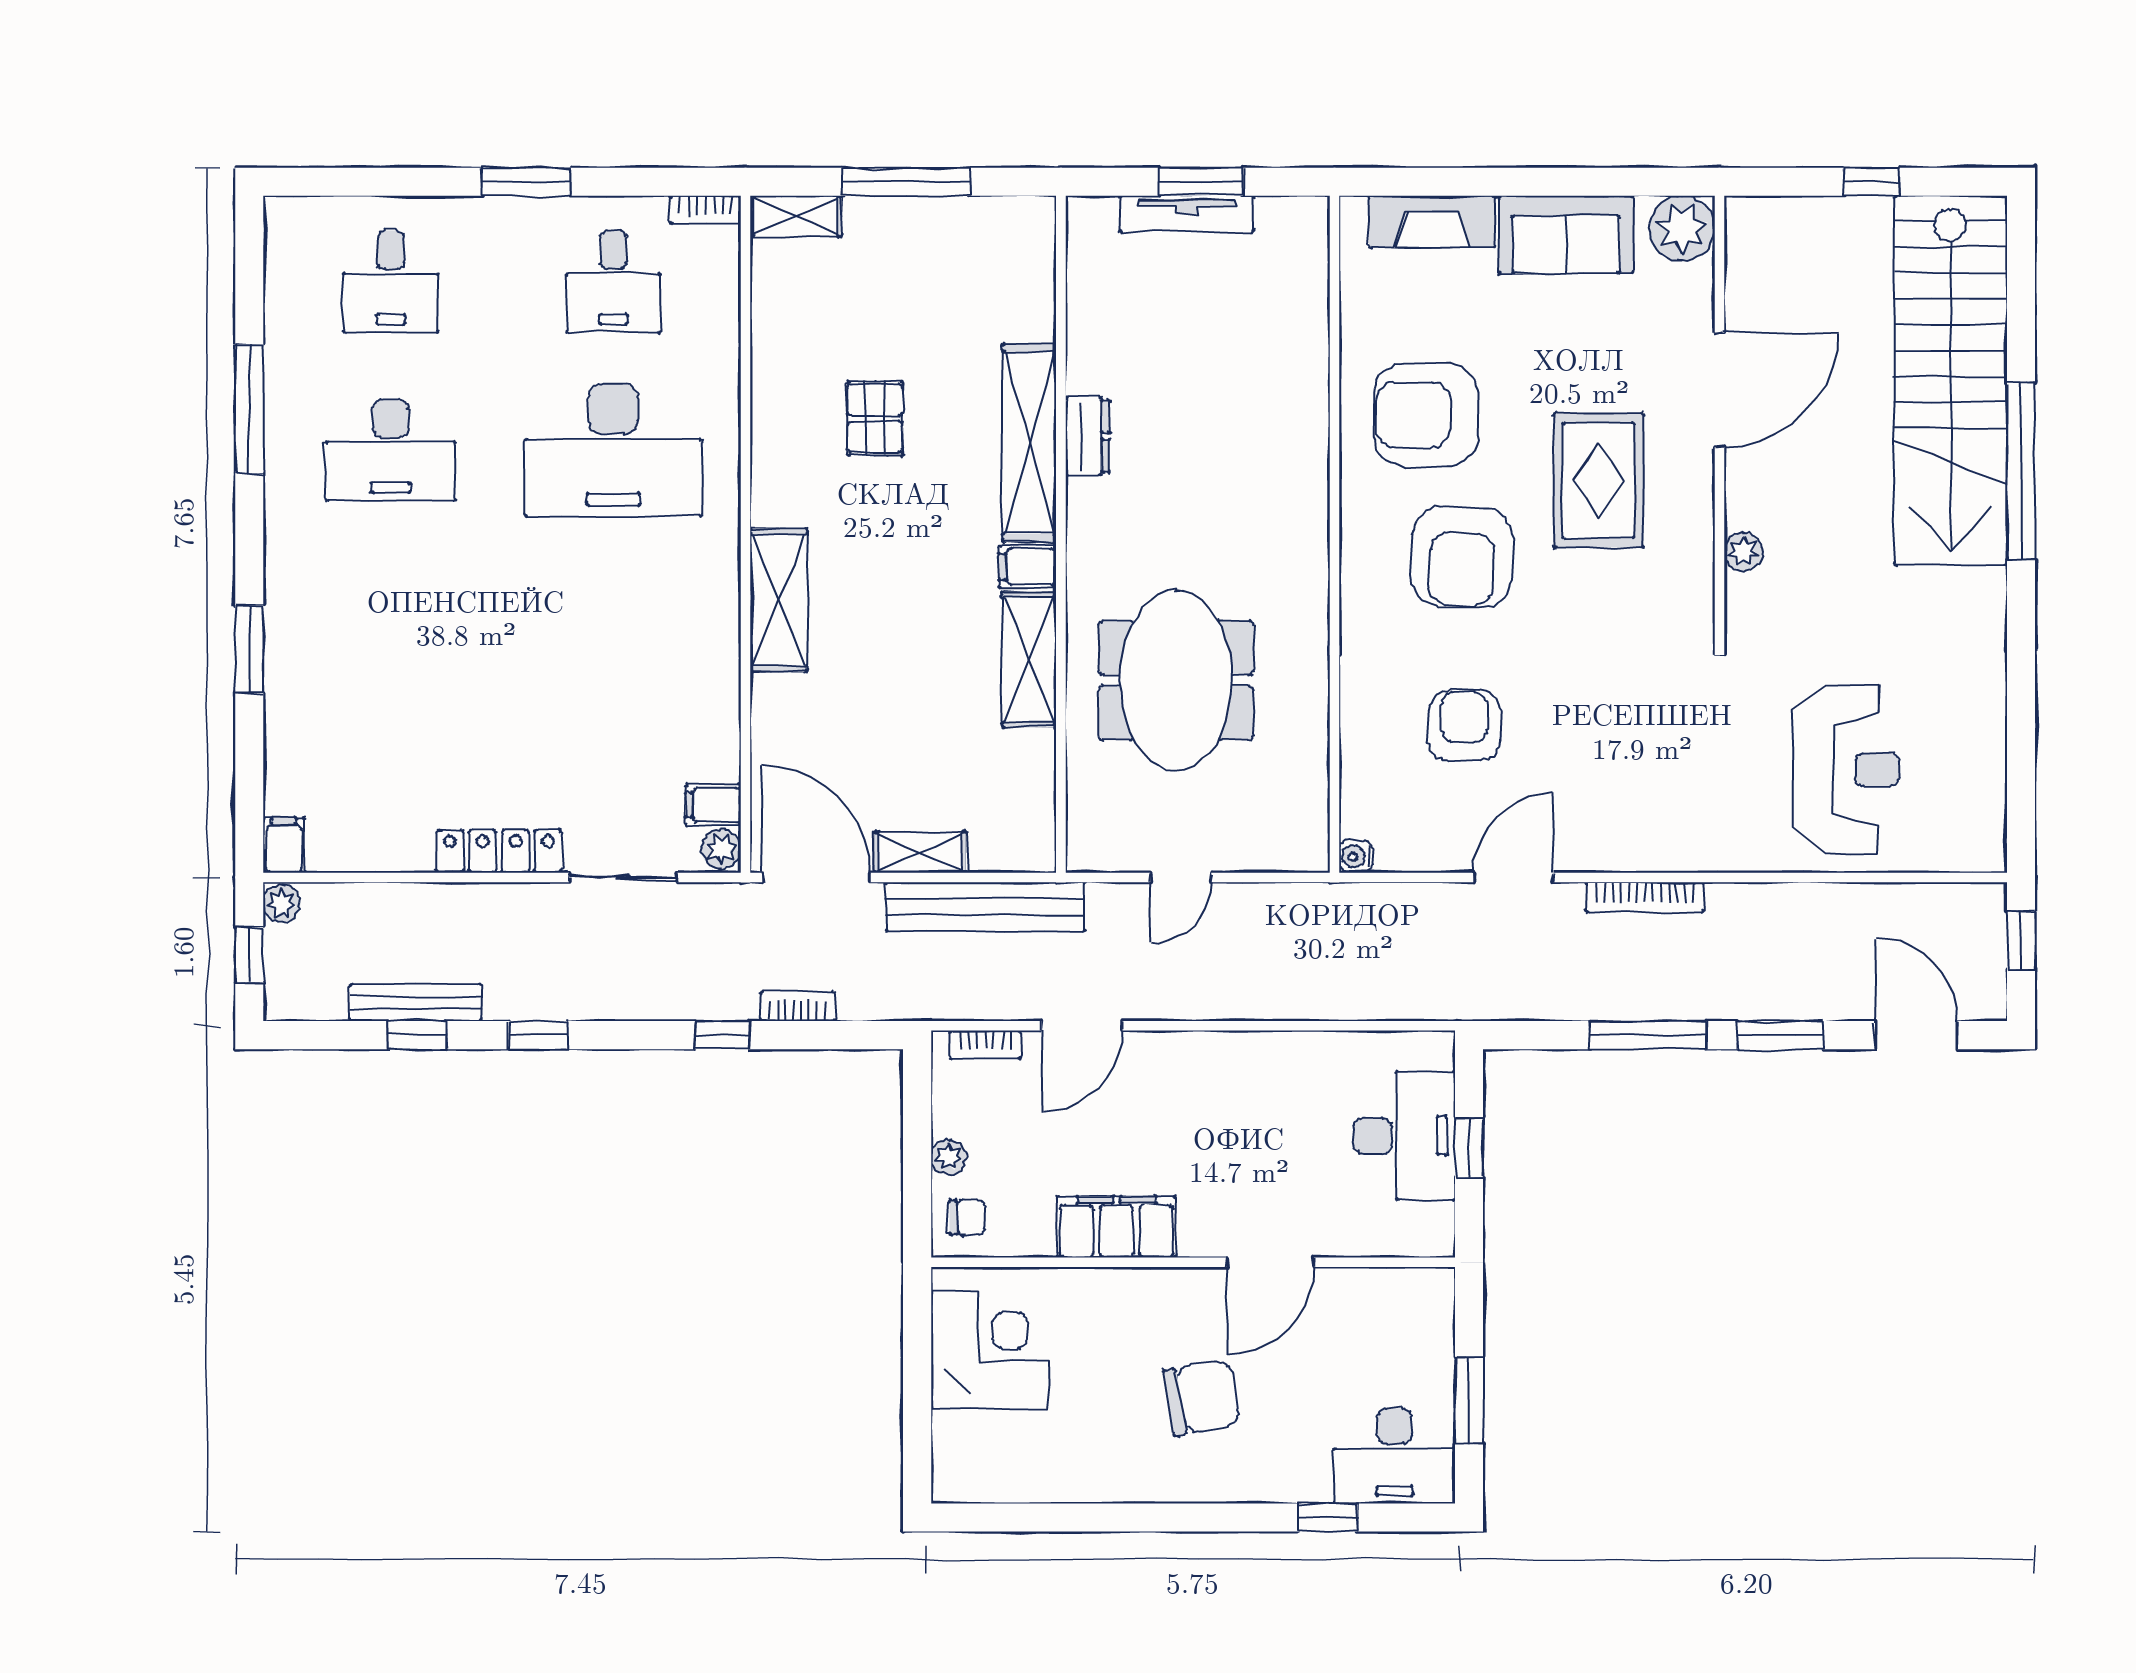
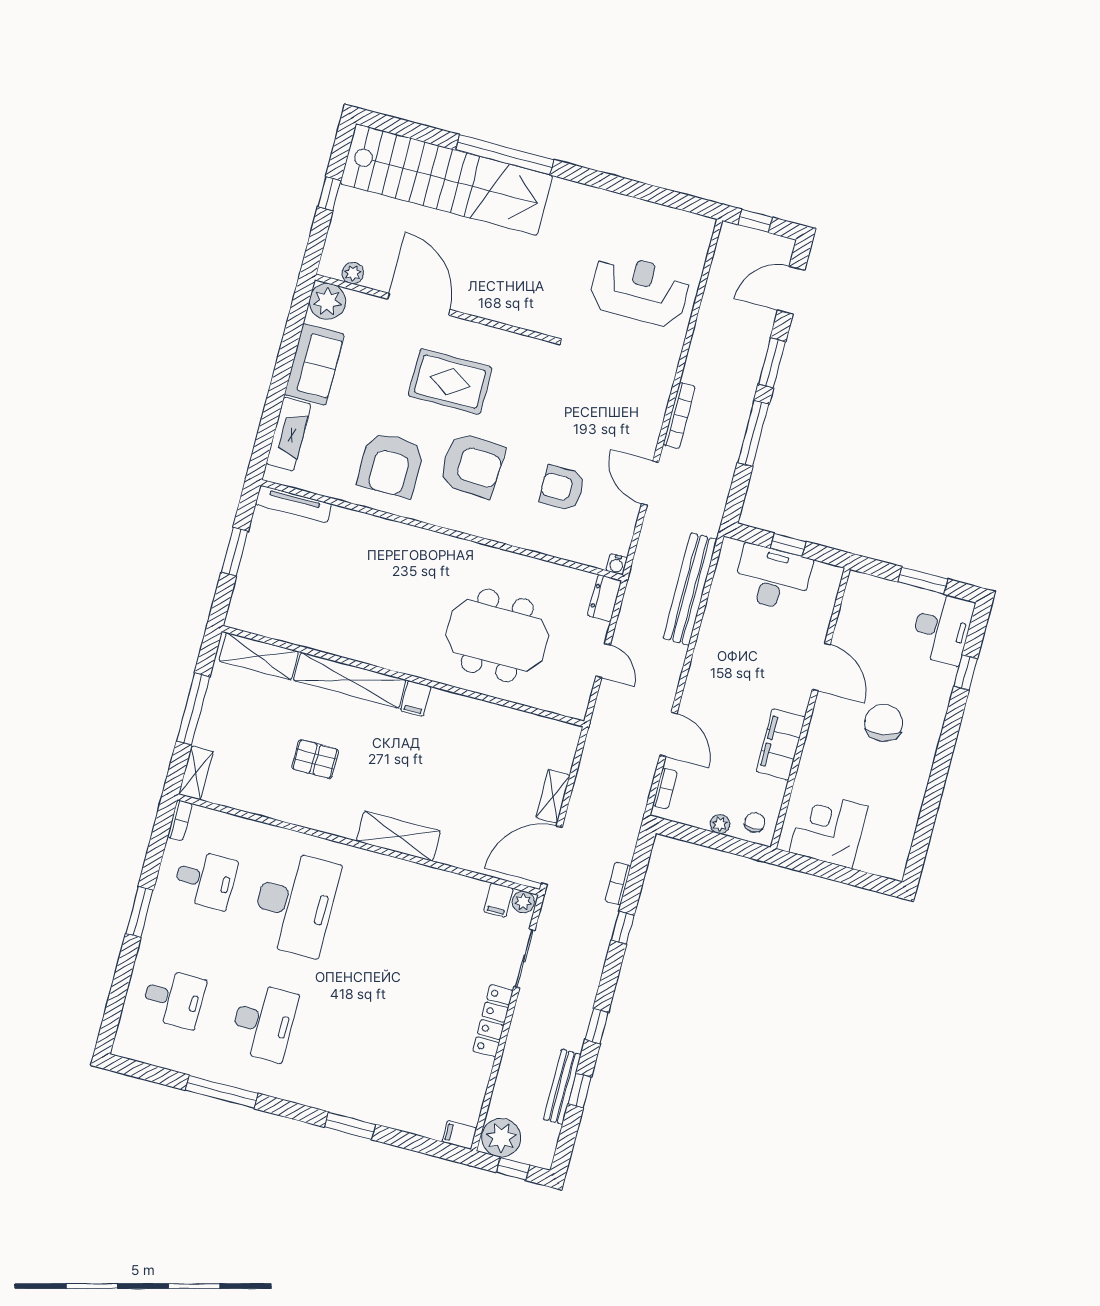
tv unit: (1187, 214) -> (293, 504), moved, turned 90
dresser: (1088, 436) -> (604, 598), moved, turned -90
plant: (1744, 552) -> (353, 273), moved
shelving: (1029, 660) -> (259, 656), moved
plant: (282, 903) -> (501, 1138), width x1.88, depth x1.88
bench: (985, 907) -> (690, 589), moved

